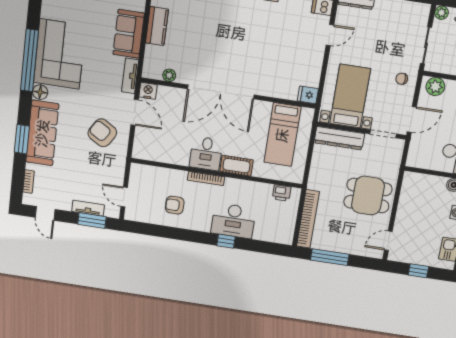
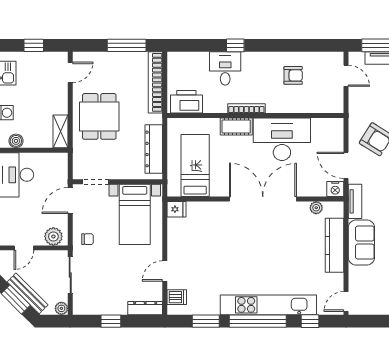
kitchen counter: (157, 26) -> (335, 245), width x1.50
dresser: (339, 138) -> (154, 149), moved, turned -90
desk: (206, 153) -> (282, 139), width x1.87, depth x1.30
bookcase: (206, 179) -> (246, 108), moved
shelving: (408, 187) -> (60, 131), added
printer: (282, 193) -> (186, 102), width x1.87, depth x1.48
dining table: (368, 196) -> (99, 116), turned 90
desk: (233, 221) -> (225, 68), width x0.73

